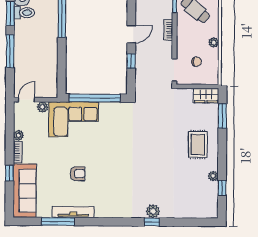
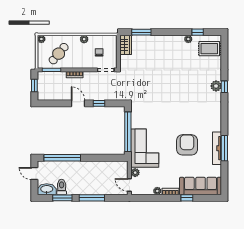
rug: (198, 145) -> (209, 49), moved
armchair: (78, 174) -> (187, 145), width x1.88, depth x1.88
window: (58, 222) -> (224, 148), moved

